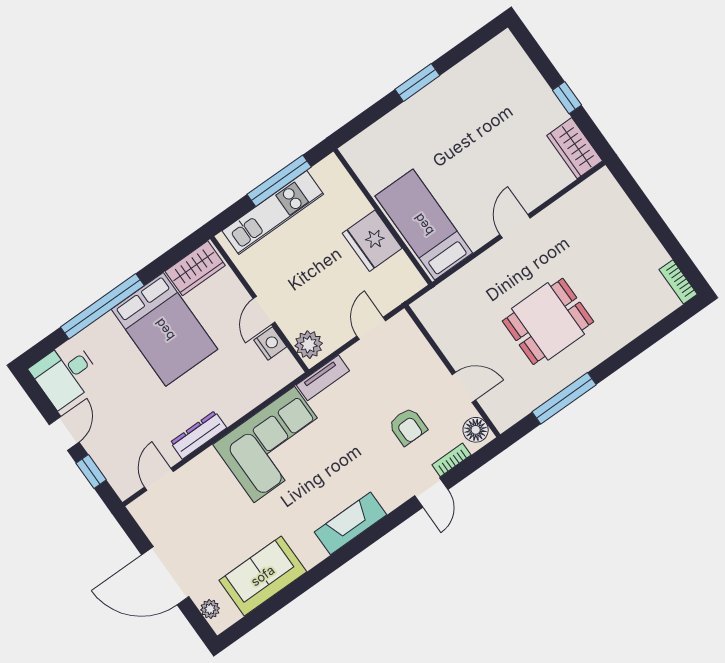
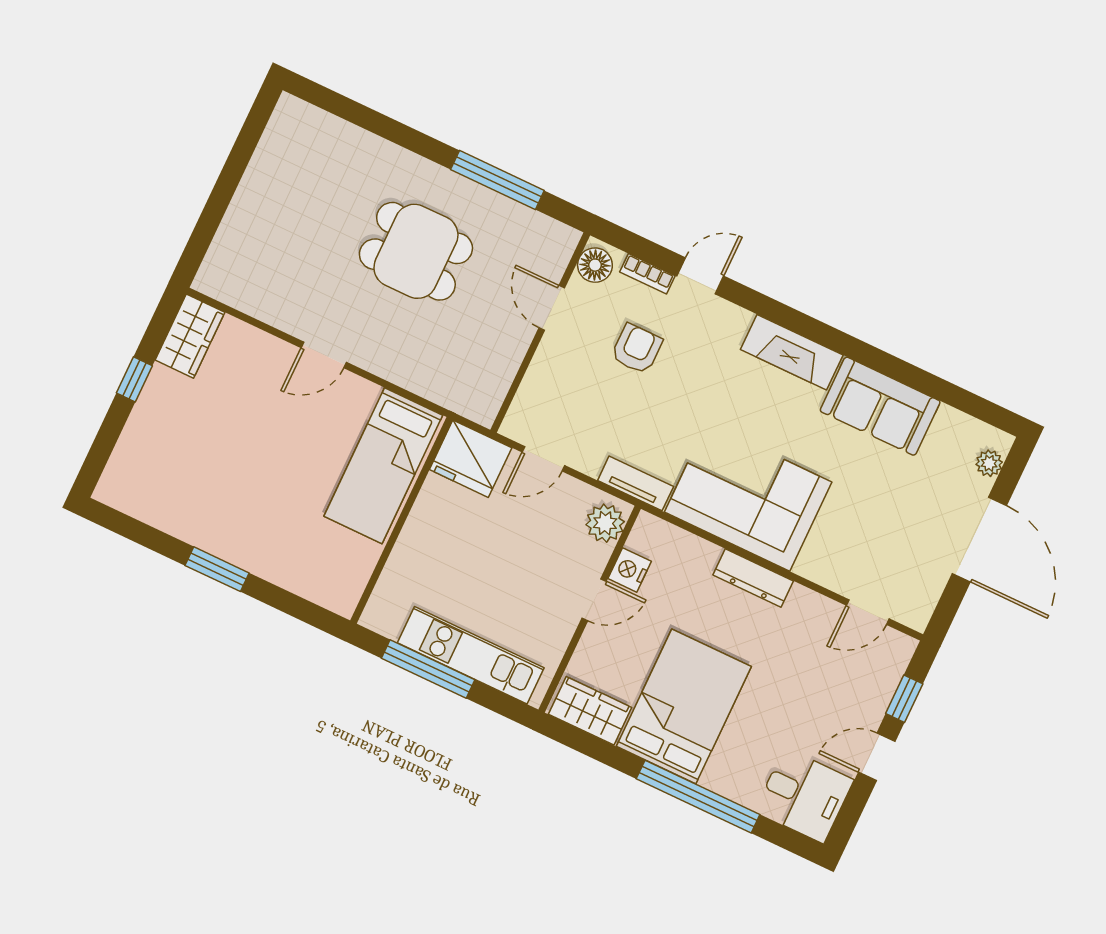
fridge: (372, 241) -> (471, 459), moved, turned 90
bookcase: (678, 282) -> (281, 122), removed
dresser: (198, 435) -> (753, 578), moved
sofa: (263, 576) -> (880, 406), moved

